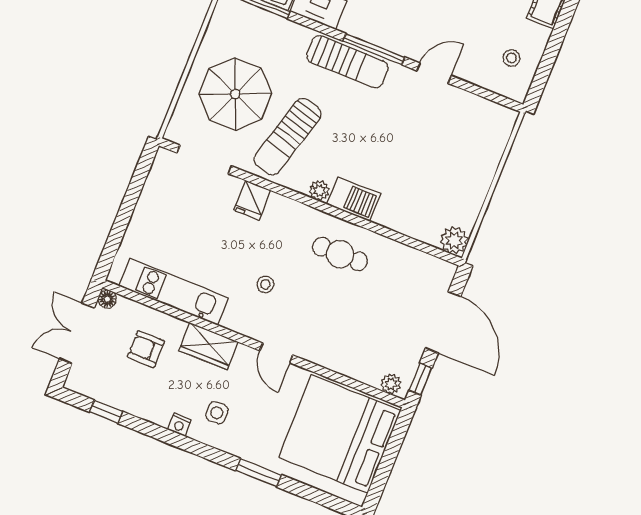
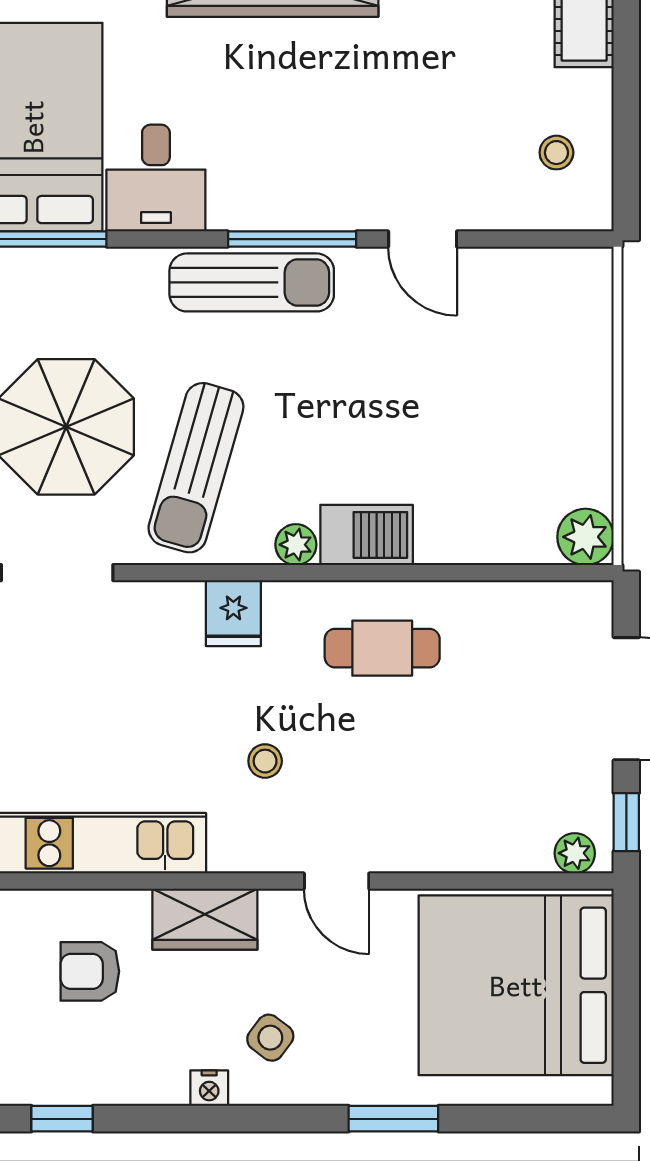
door: (434, 73) -> (423, 239), swing flipped
fridge: (252, 200) -> (233, 613), moved
side table: (217, 413) -> (270, 1038), turned 37

